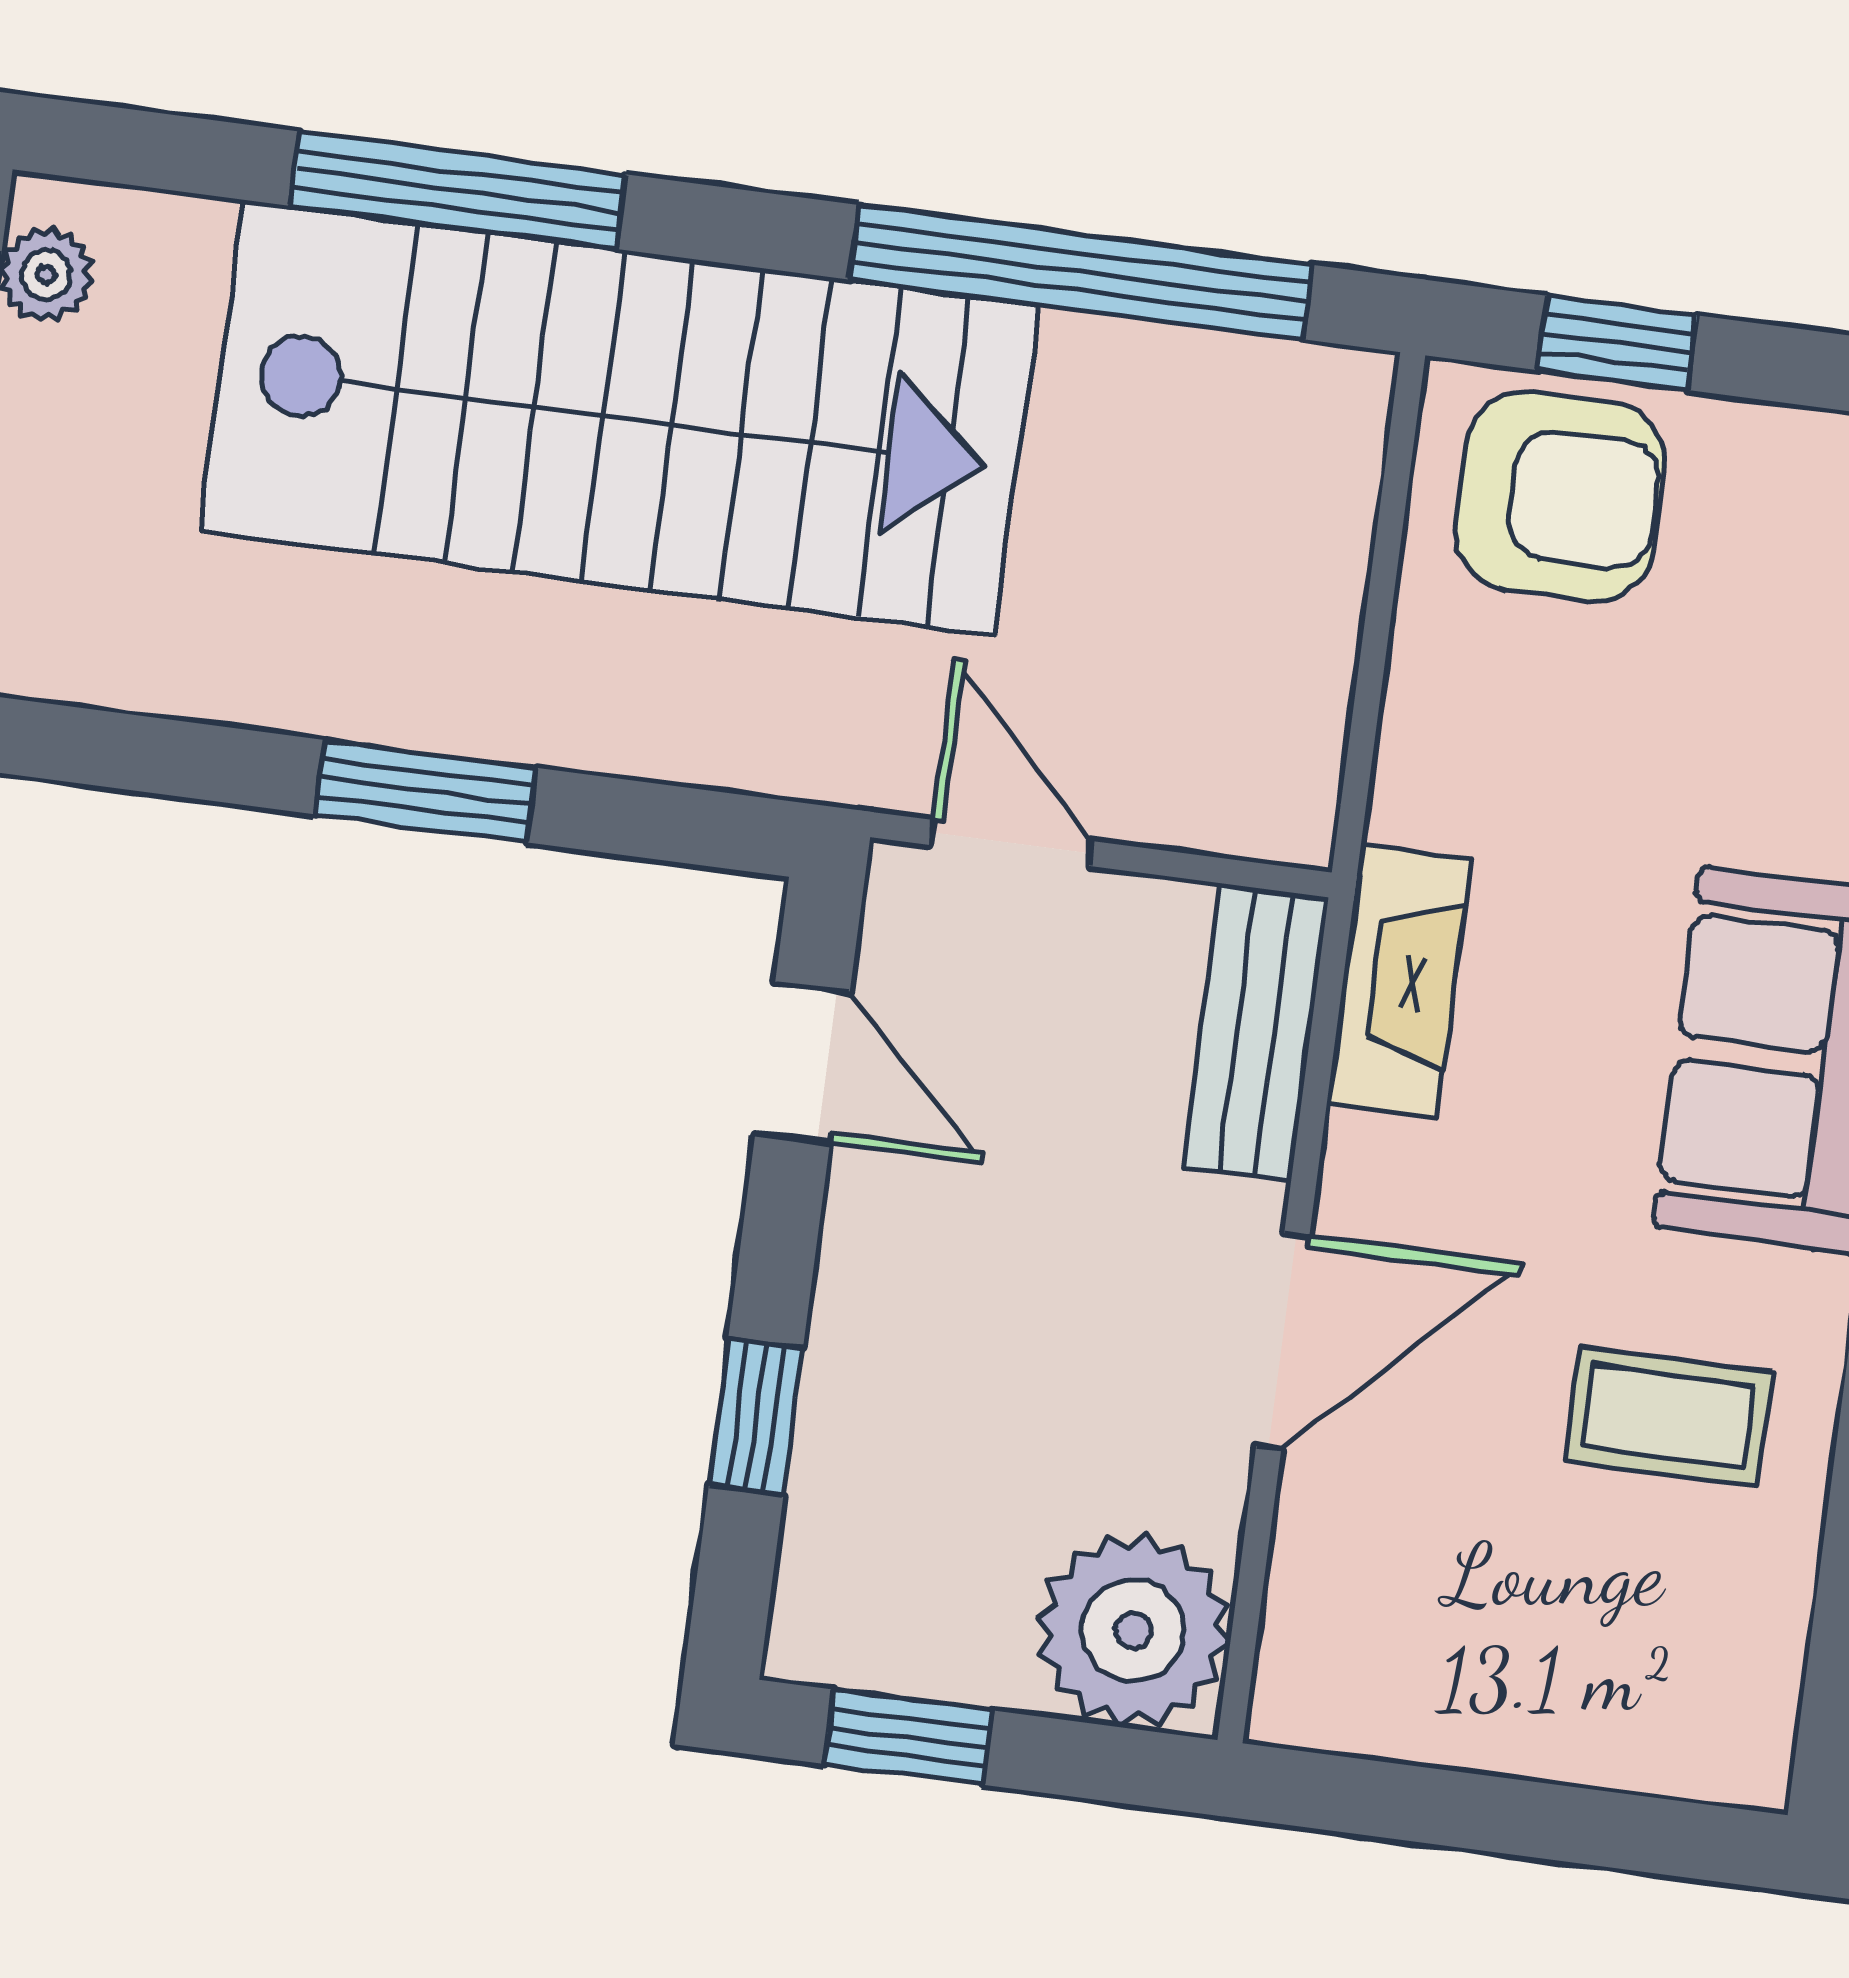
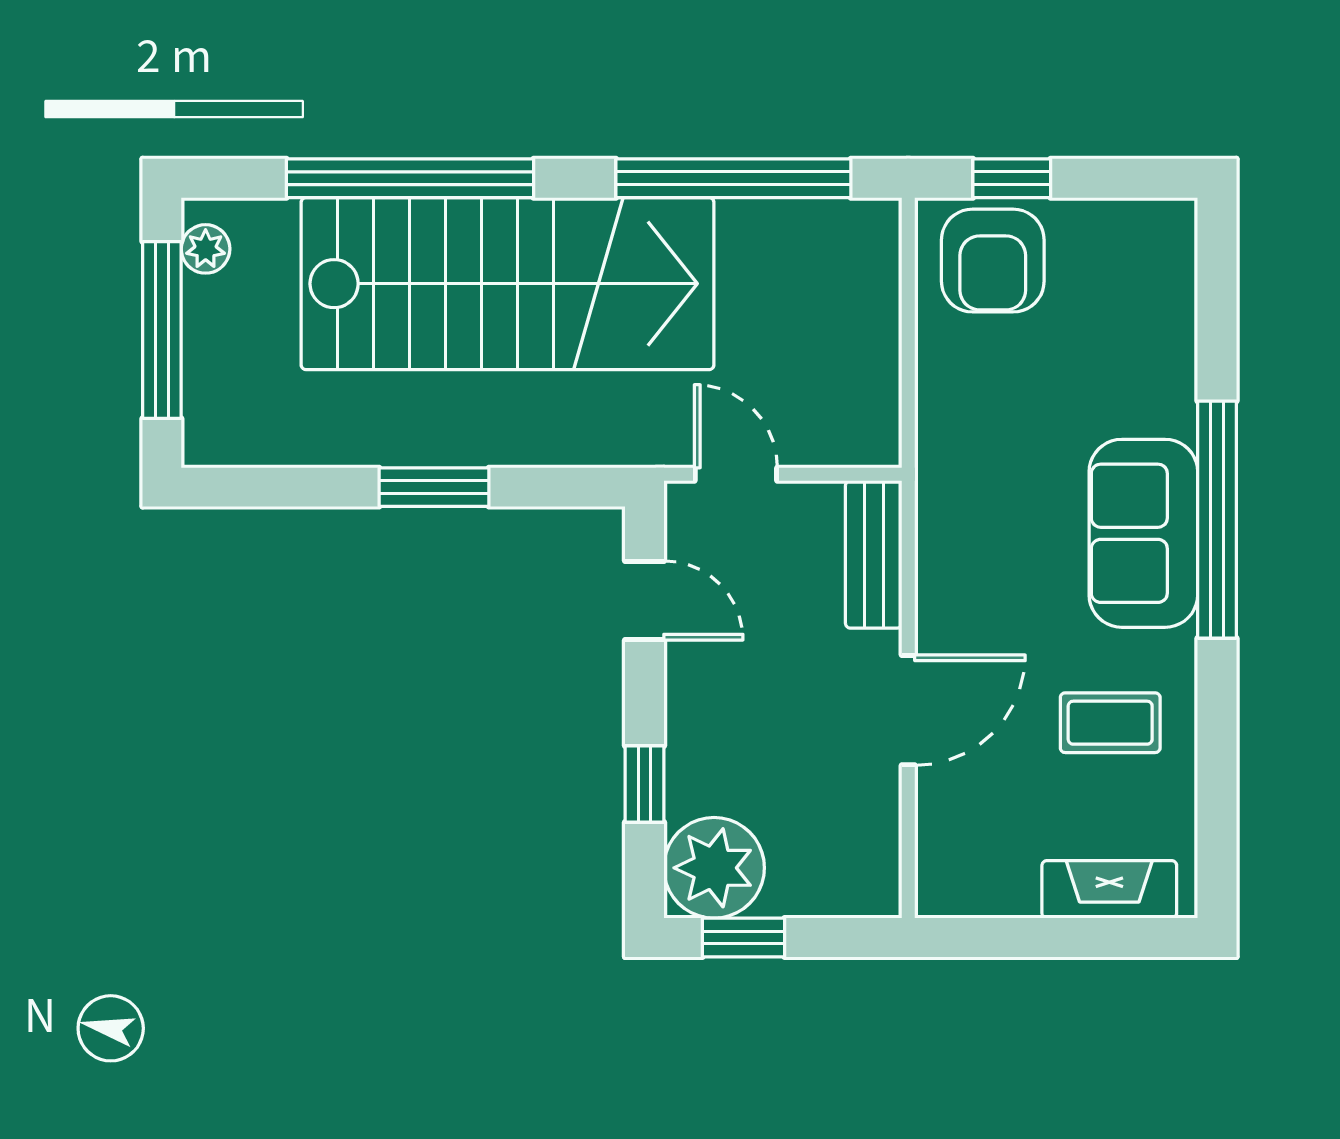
window: (458, 190) -> (410, 178), width x1.46
armchair: (1560, 496) -> (993, 261), turned 90
fireplace: (1399, 981) -> (1109, 889), moved, turned -90
plant: (1133, 1630) -> (714, 868), moved

